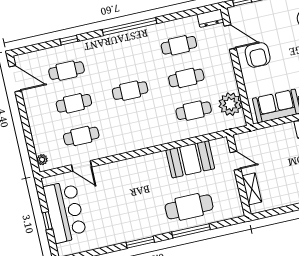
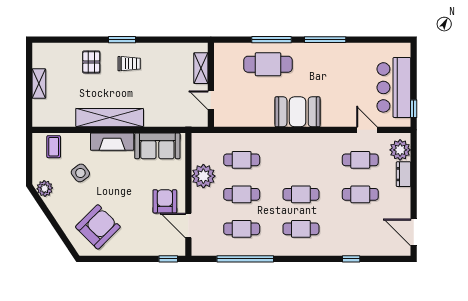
dresser: (210, 18) -> (403, 174), moved, turned -90
window: (130, 26) -> (245, 259), moved
cafe table: (67, 71) -> (301, 229), moved
plant: (230, 104) -> (203, 176), moved
booth: (190, 159) -> (298, 112), moved
plant: (42, 160) -> (400, 150), width x1.88, depth x1.88
window: (47, 221) -> (414, 109), moved
window: (140, 242) -> (325, 40), width x1.44

